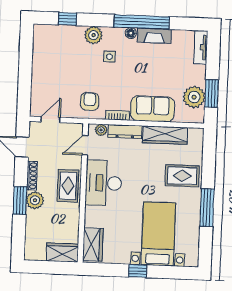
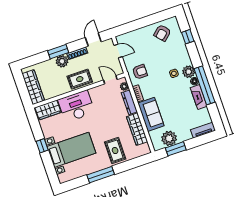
plant: (94, 35) -> (189, 72), moved
armchair: (49, 51) -> (162, 33), added
desk: (103, 183) -> (76, 106), moved
wardrobe: (62, 253) -> (33, 87), width x1.50

